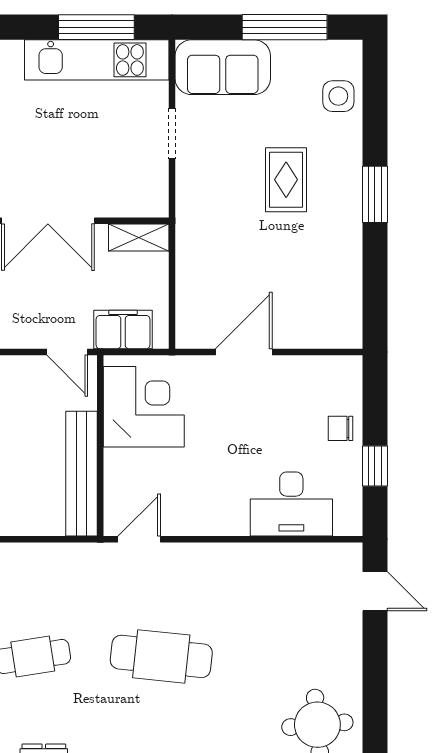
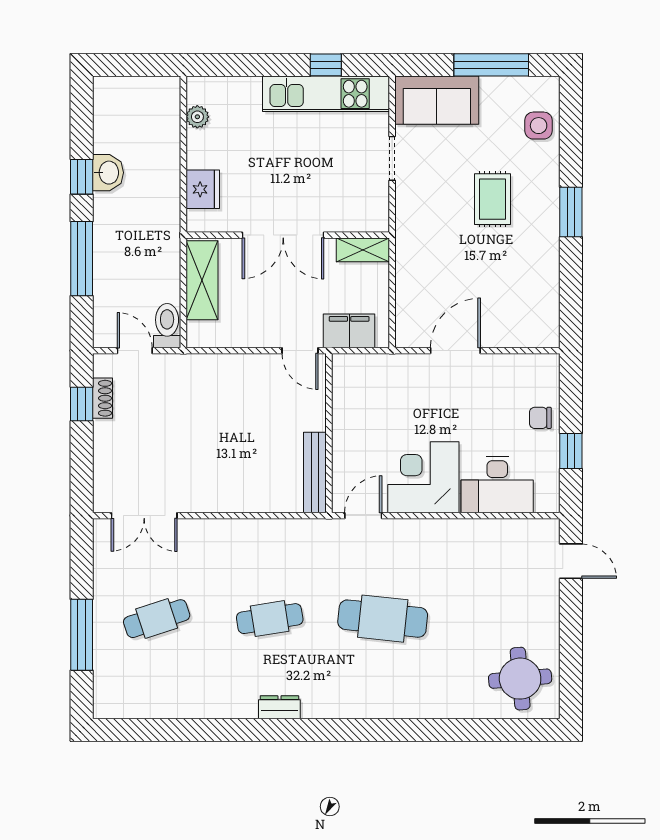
window: (96, 27) -> (326, 65), width x0.46
corner desk: (144, 407) -> (423, 477), moved, turned -90
bench: (81, 474) -> (315, 472), width x0.73, depth x0.82

